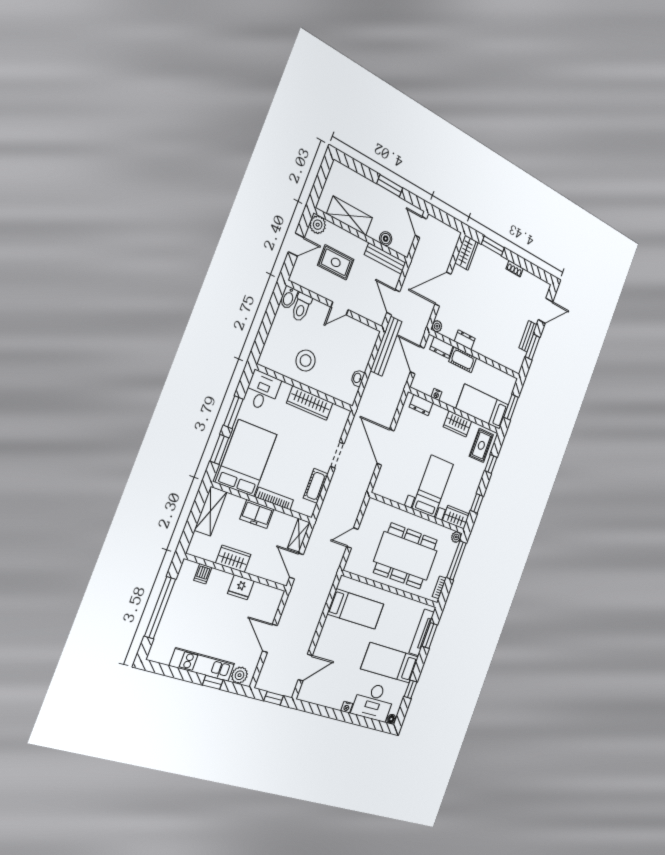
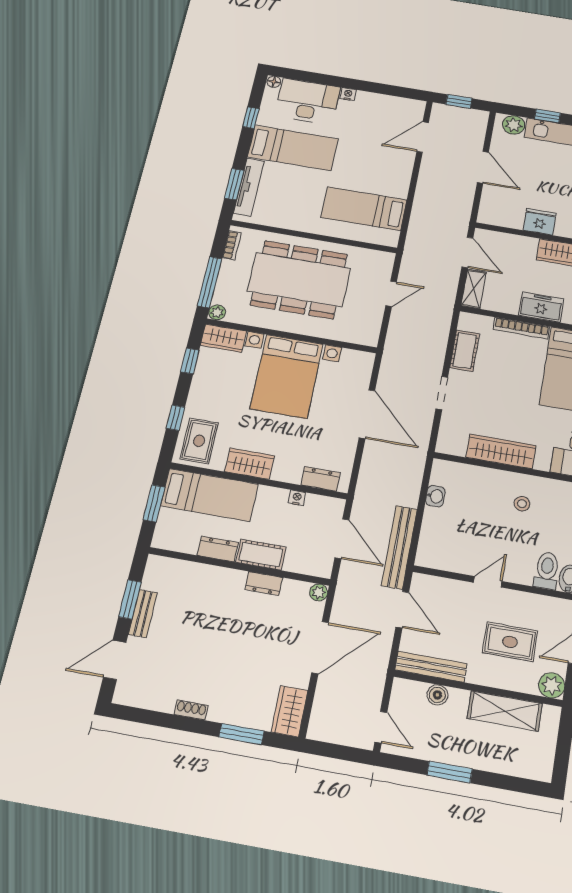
dresser: (441, 348) -> (218, 549), moved
stool: (306, 361) -> (522, 504), width x0.53, depth x0.53
bed with nightstands: (433, 486) -> (287, 376), width x1.36

